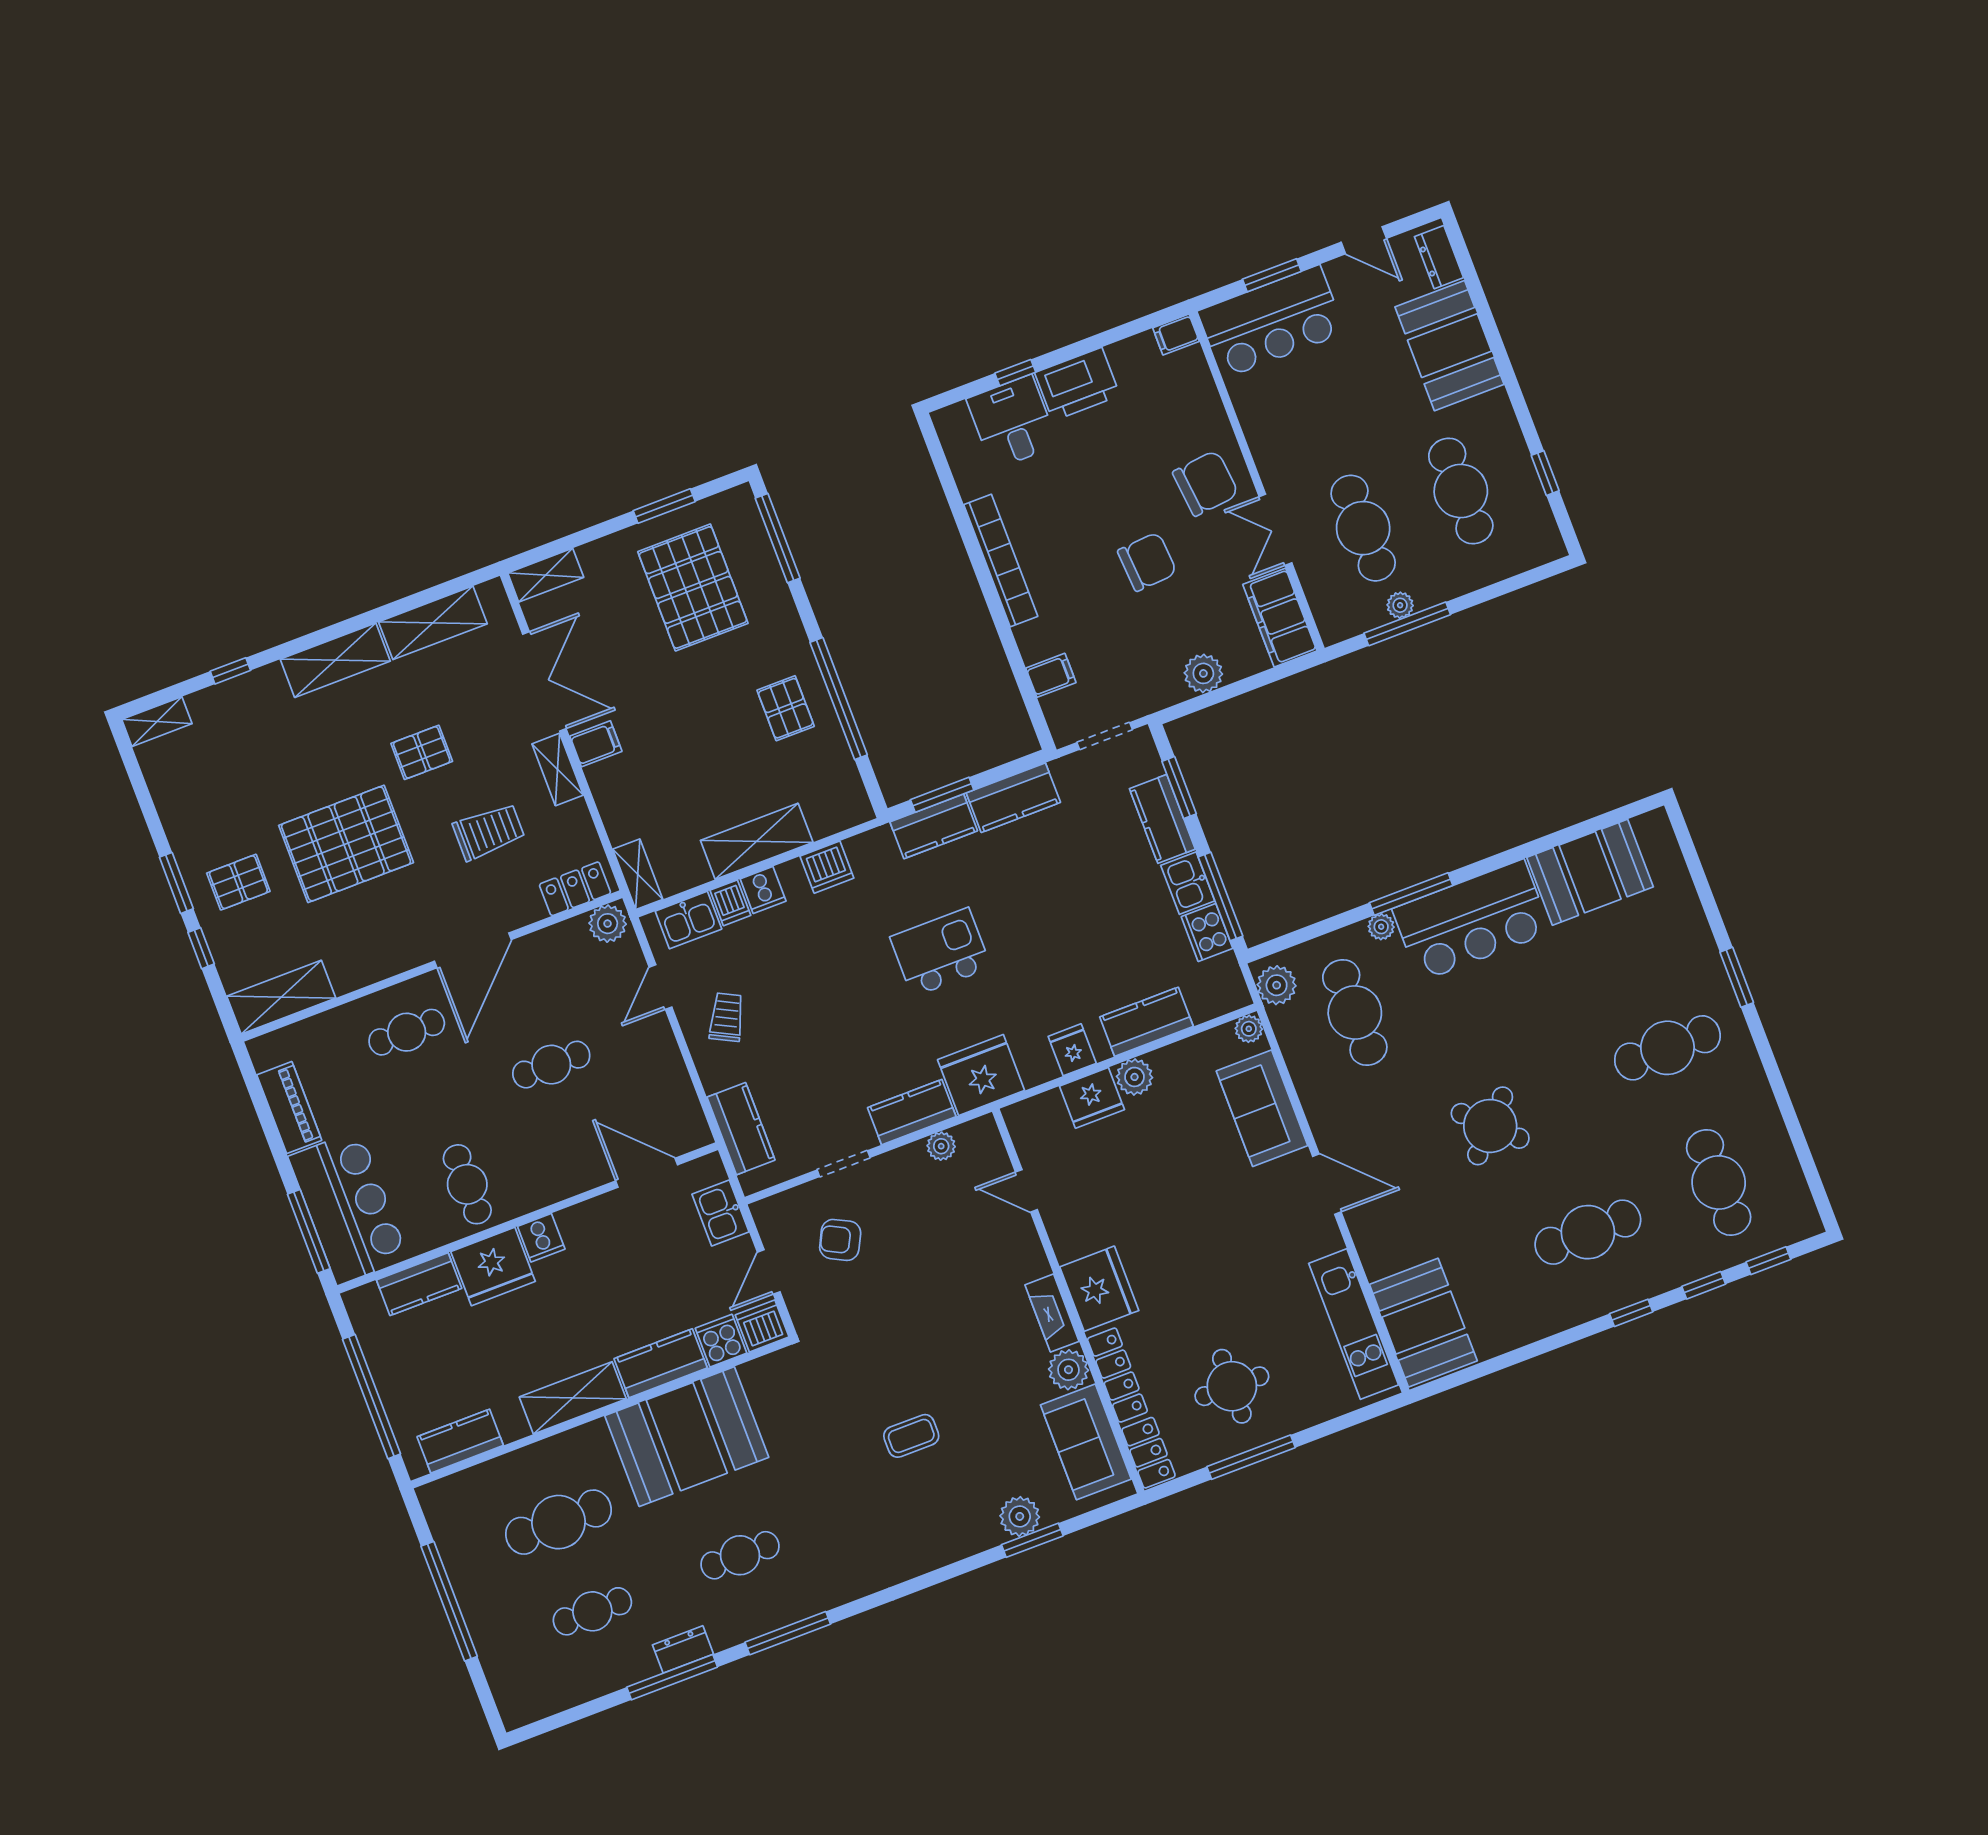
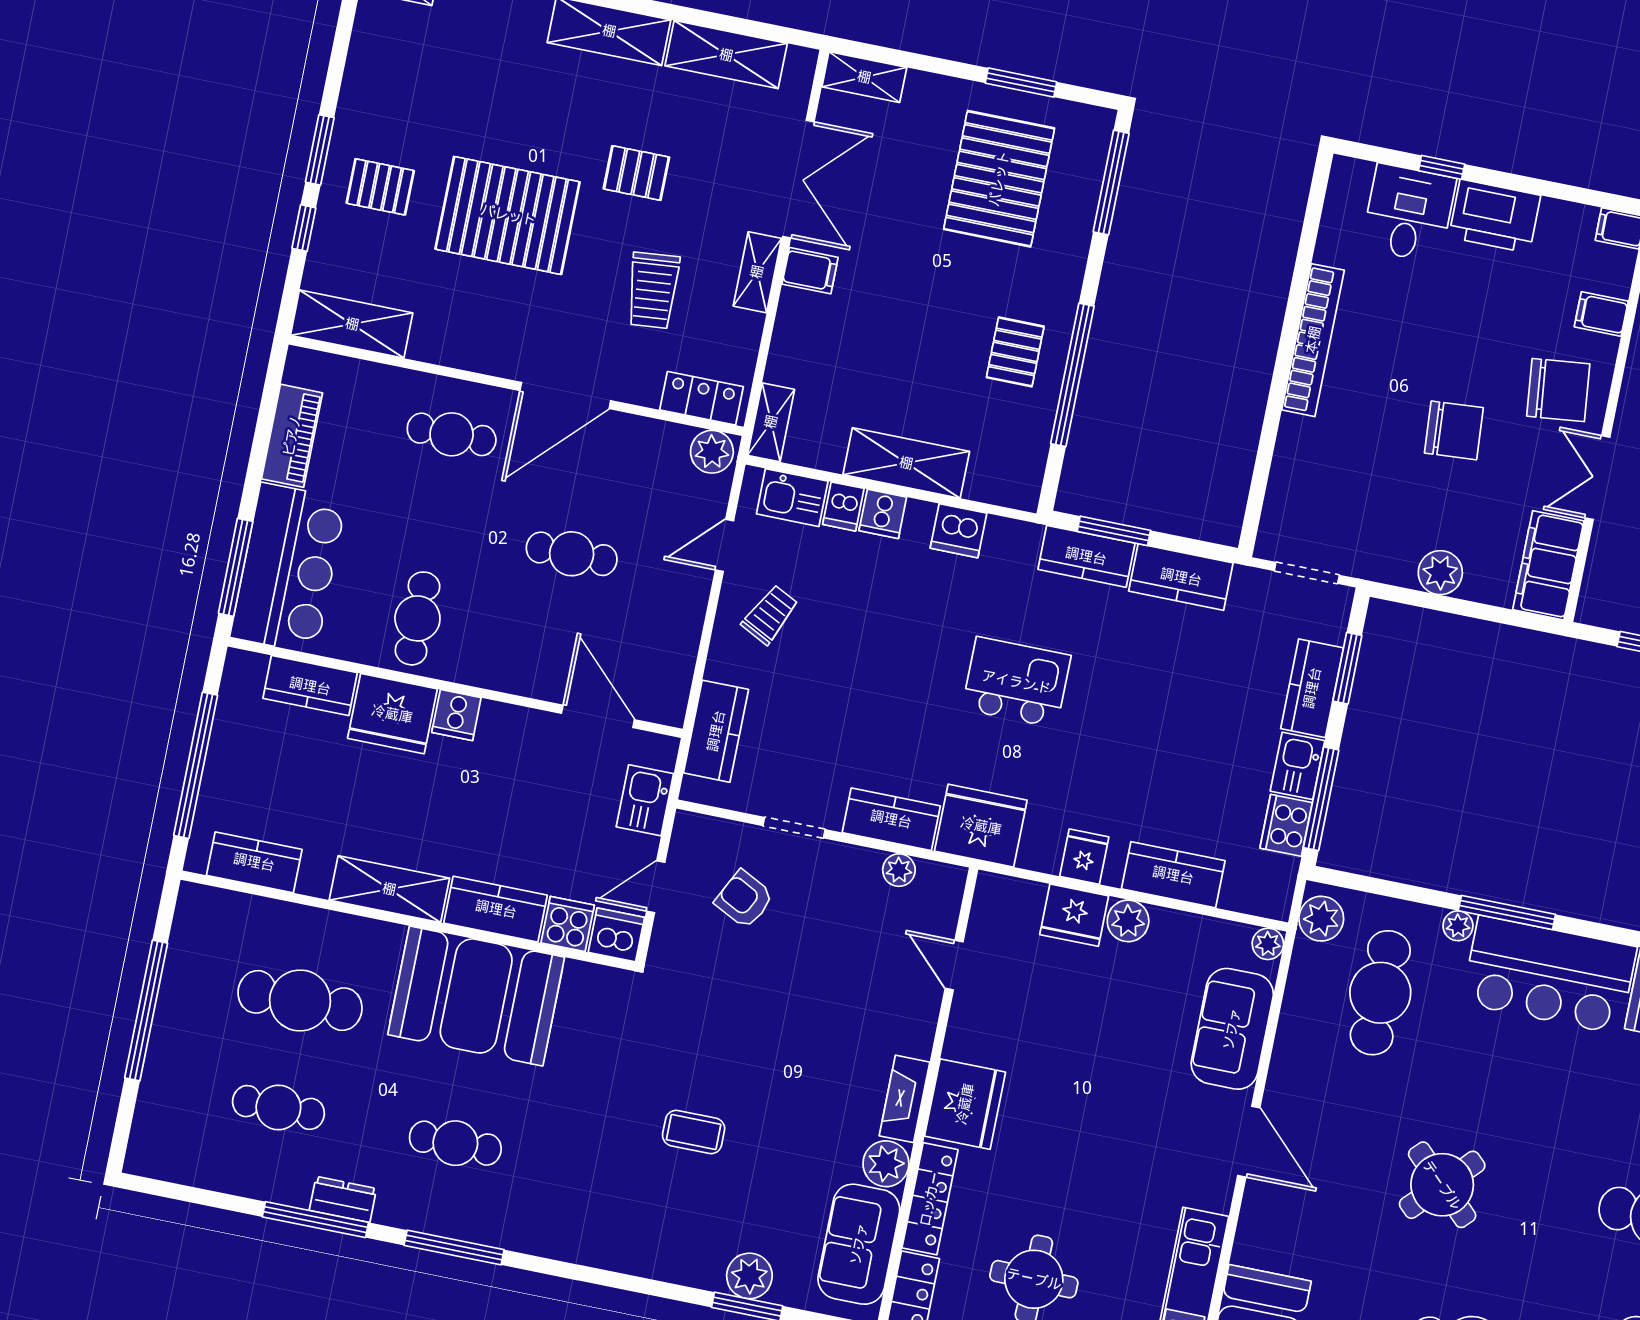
filing cabinet: (1051, 675) -> (1601, 314), moved, turned 180
trolley: (489, 832) -> (653, 290), turned 85

